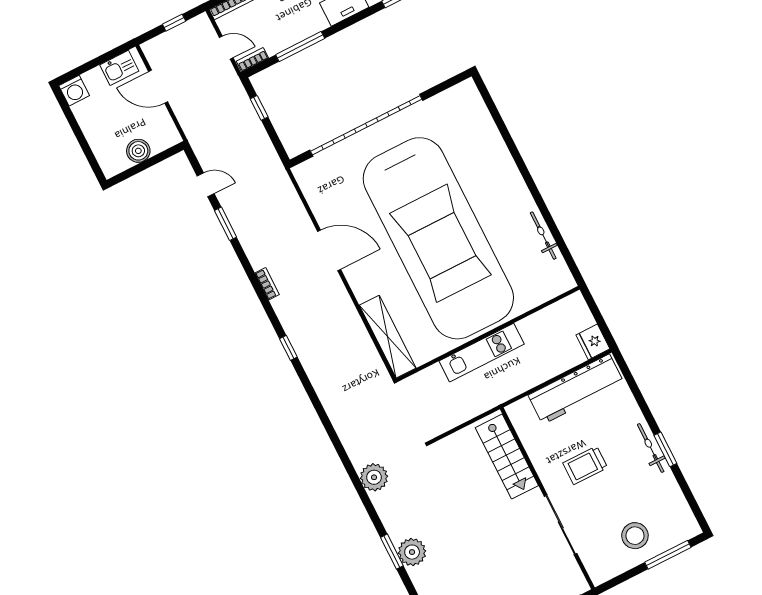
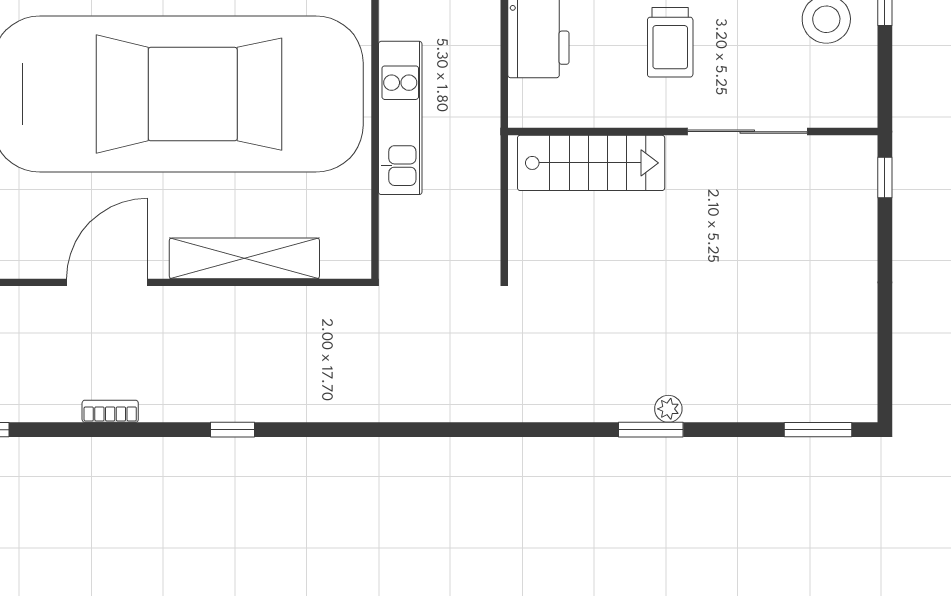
shelving: (388, 337) -> (244, 258), moved
plant: (374, 477) -> (515, 397), removed
plant: (412, 552) -> (668, 409), width x0.53, depth x0.53

